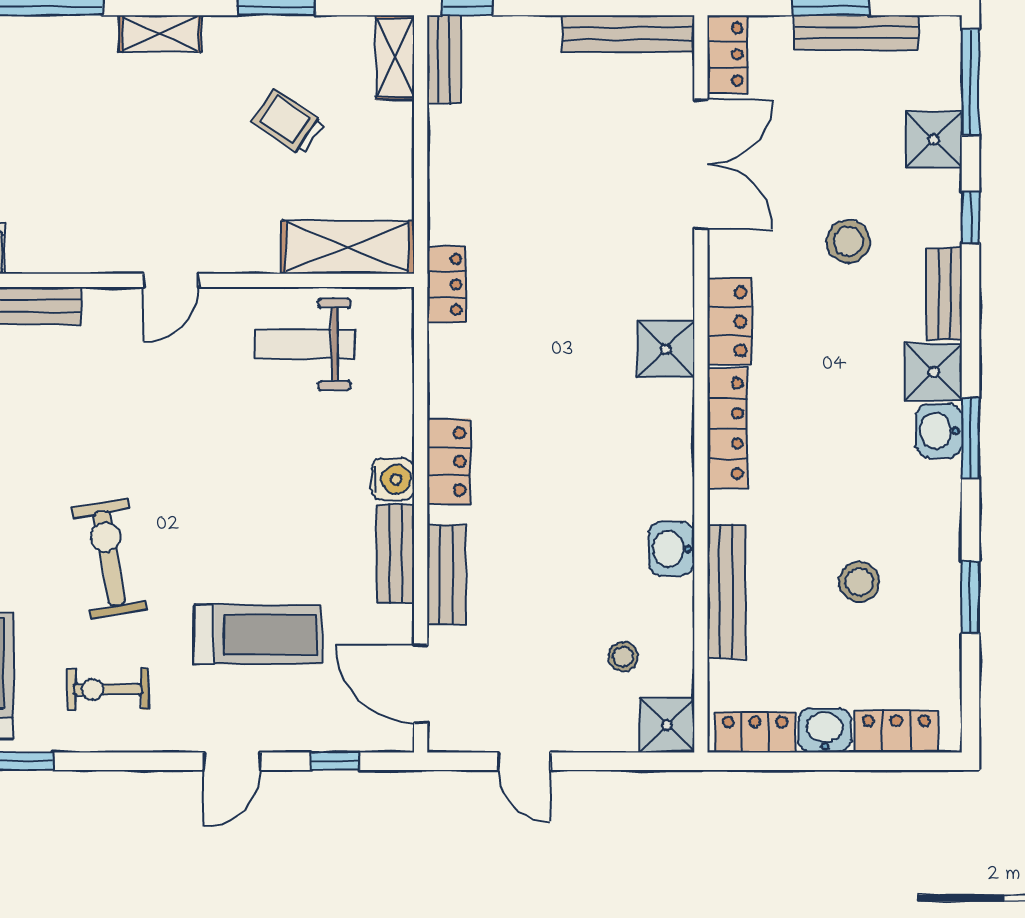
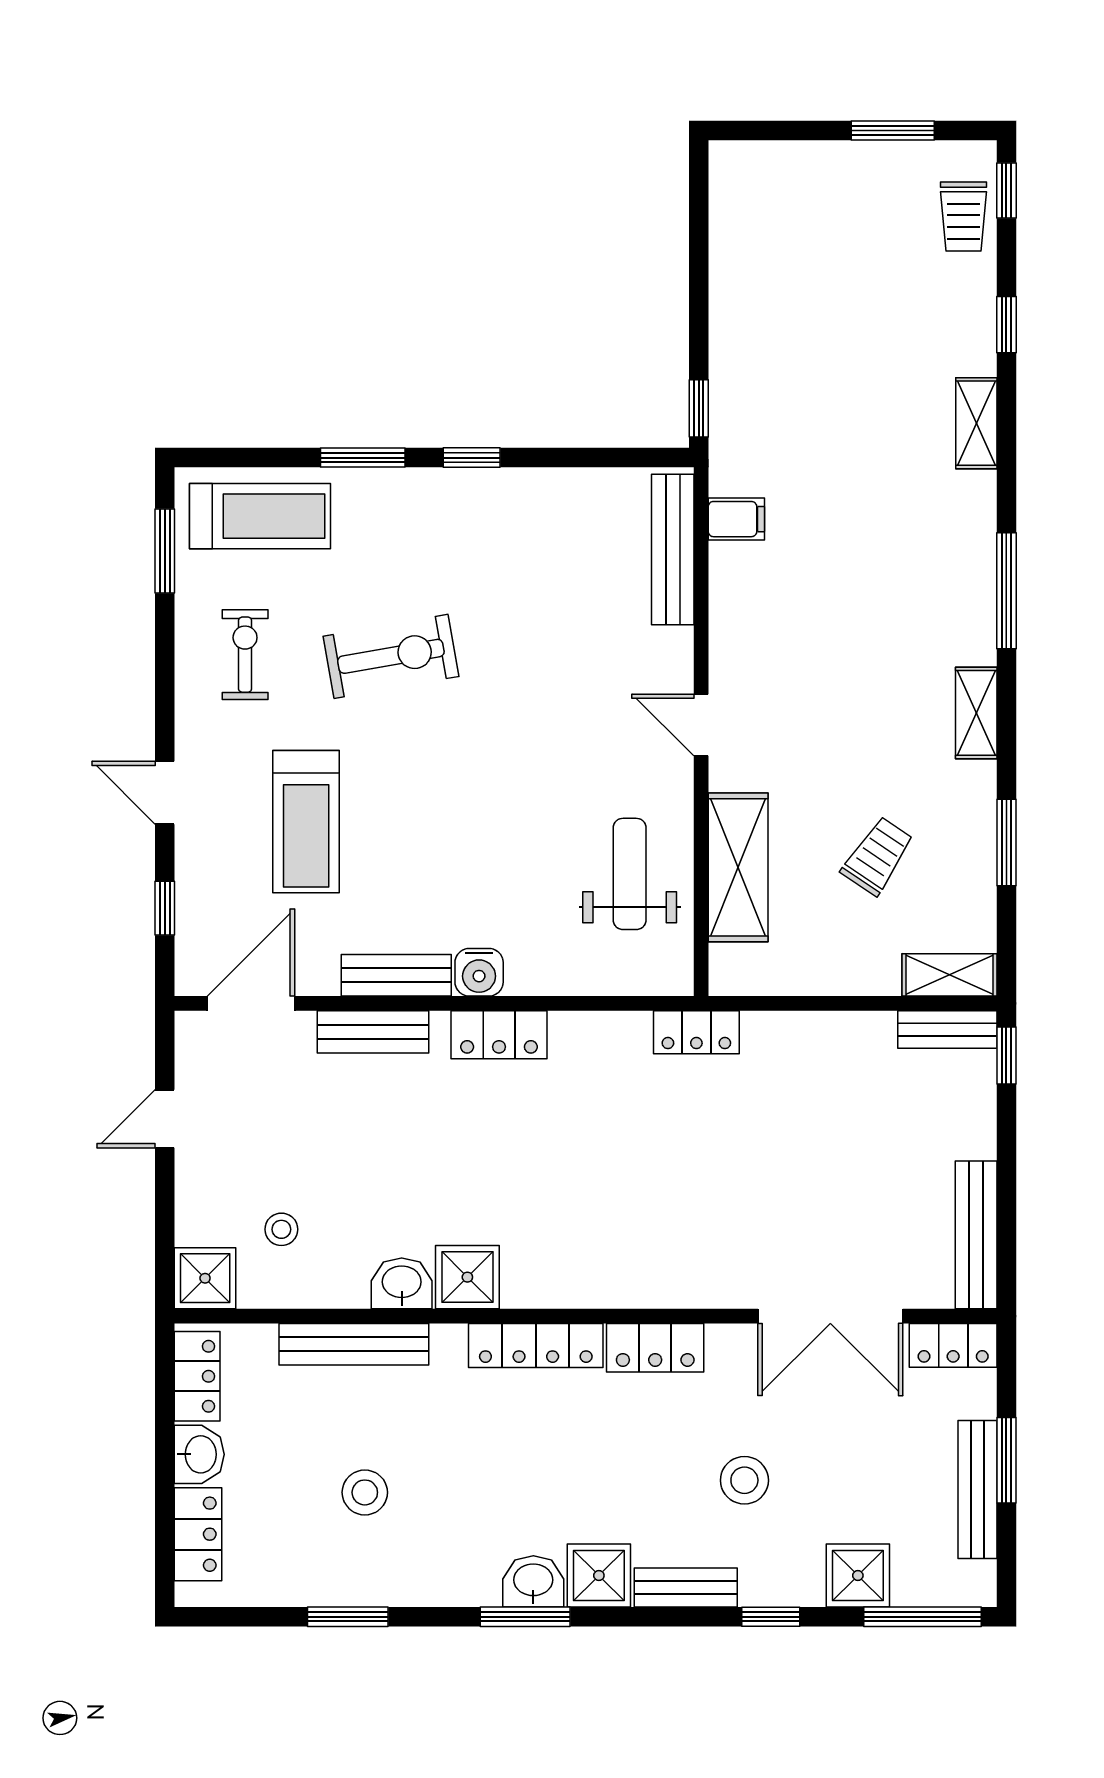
shelving: (347, 247) -> (738, 867), moved
shower: (666, 349) -> (467, 1277), moved

